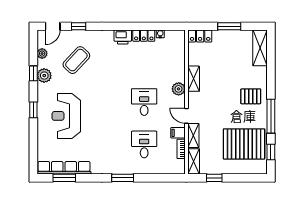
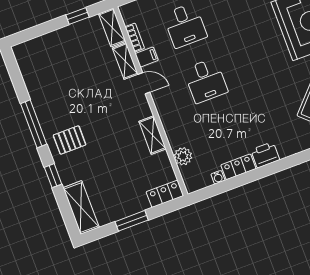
plant: (179, 89) -> (183, 156), moved
pallet: (244, 144) -> (55, 75), removed
window: (271, 152) -> (53, 176), moved

